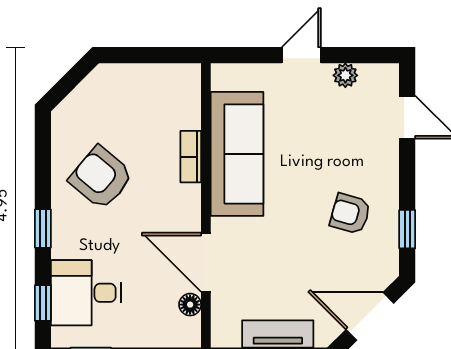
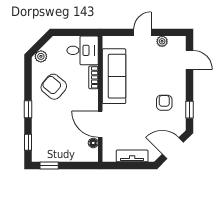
plant: (72, 109) -> (41, 56), added
armchair: (350, 214) -> (164, 103), turned 74
desk: (86, 293) -> (83, 50), moved, turned 180

